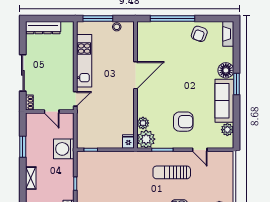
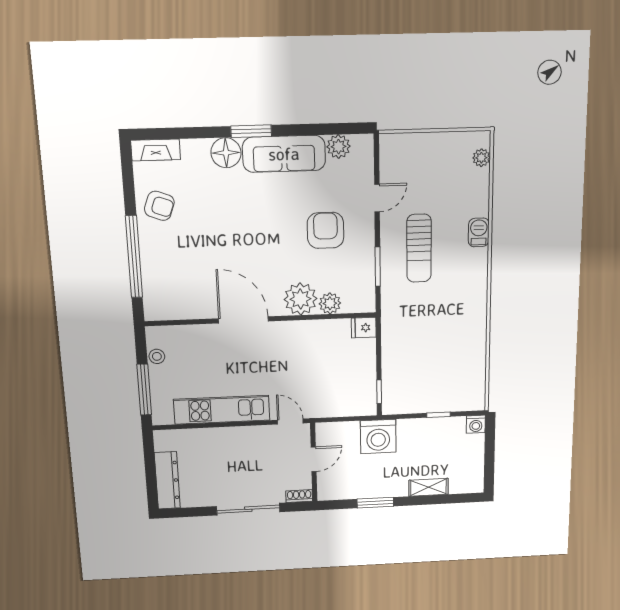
plant: (146, 139) -> (300, 299), moved

